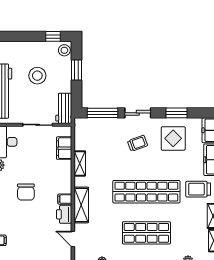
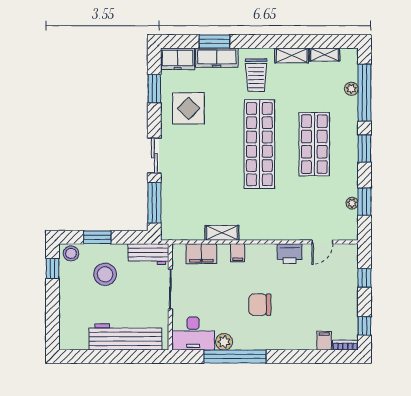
stool: (37, 76) -> (105, 274), moved
window: (177, 113) -> (154, 89), moved
trolley: (137, 143) -> (195, 156), removed
chair: (26, 192) -> (260, 305), turned 180
filing cabinet: (65, 199) -> (238, 253), moved
shelving: (81, 205) -> (277, 231), removed

